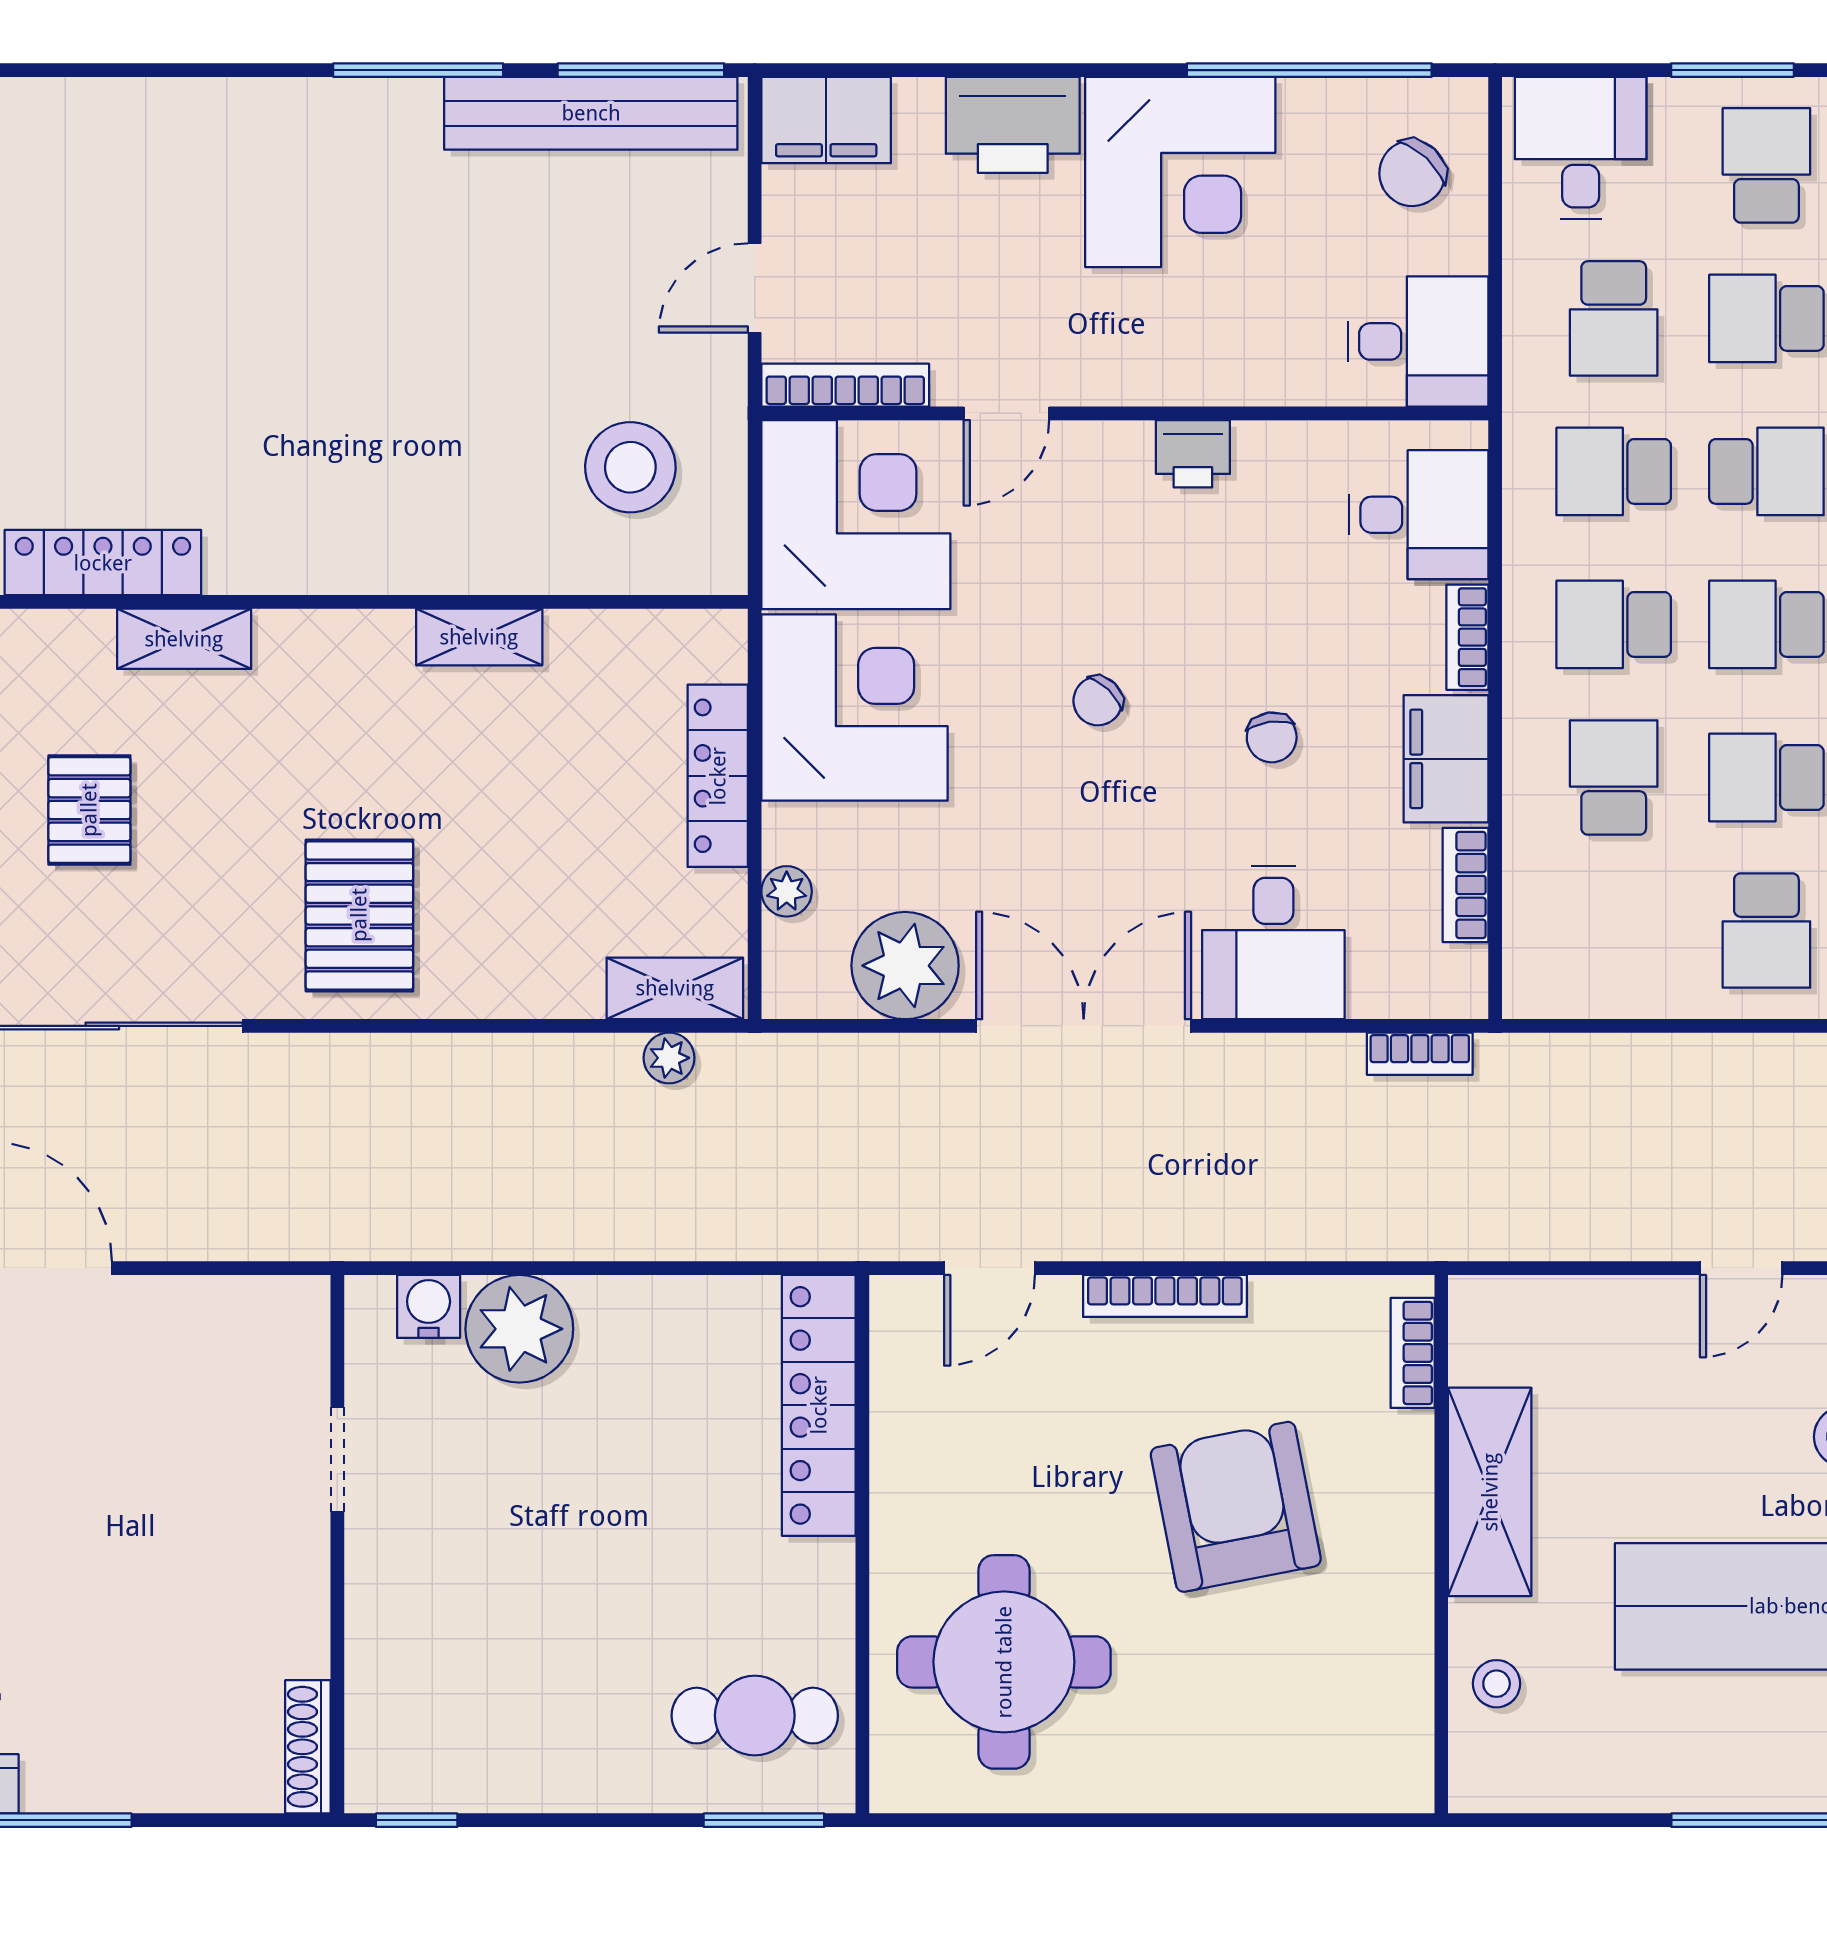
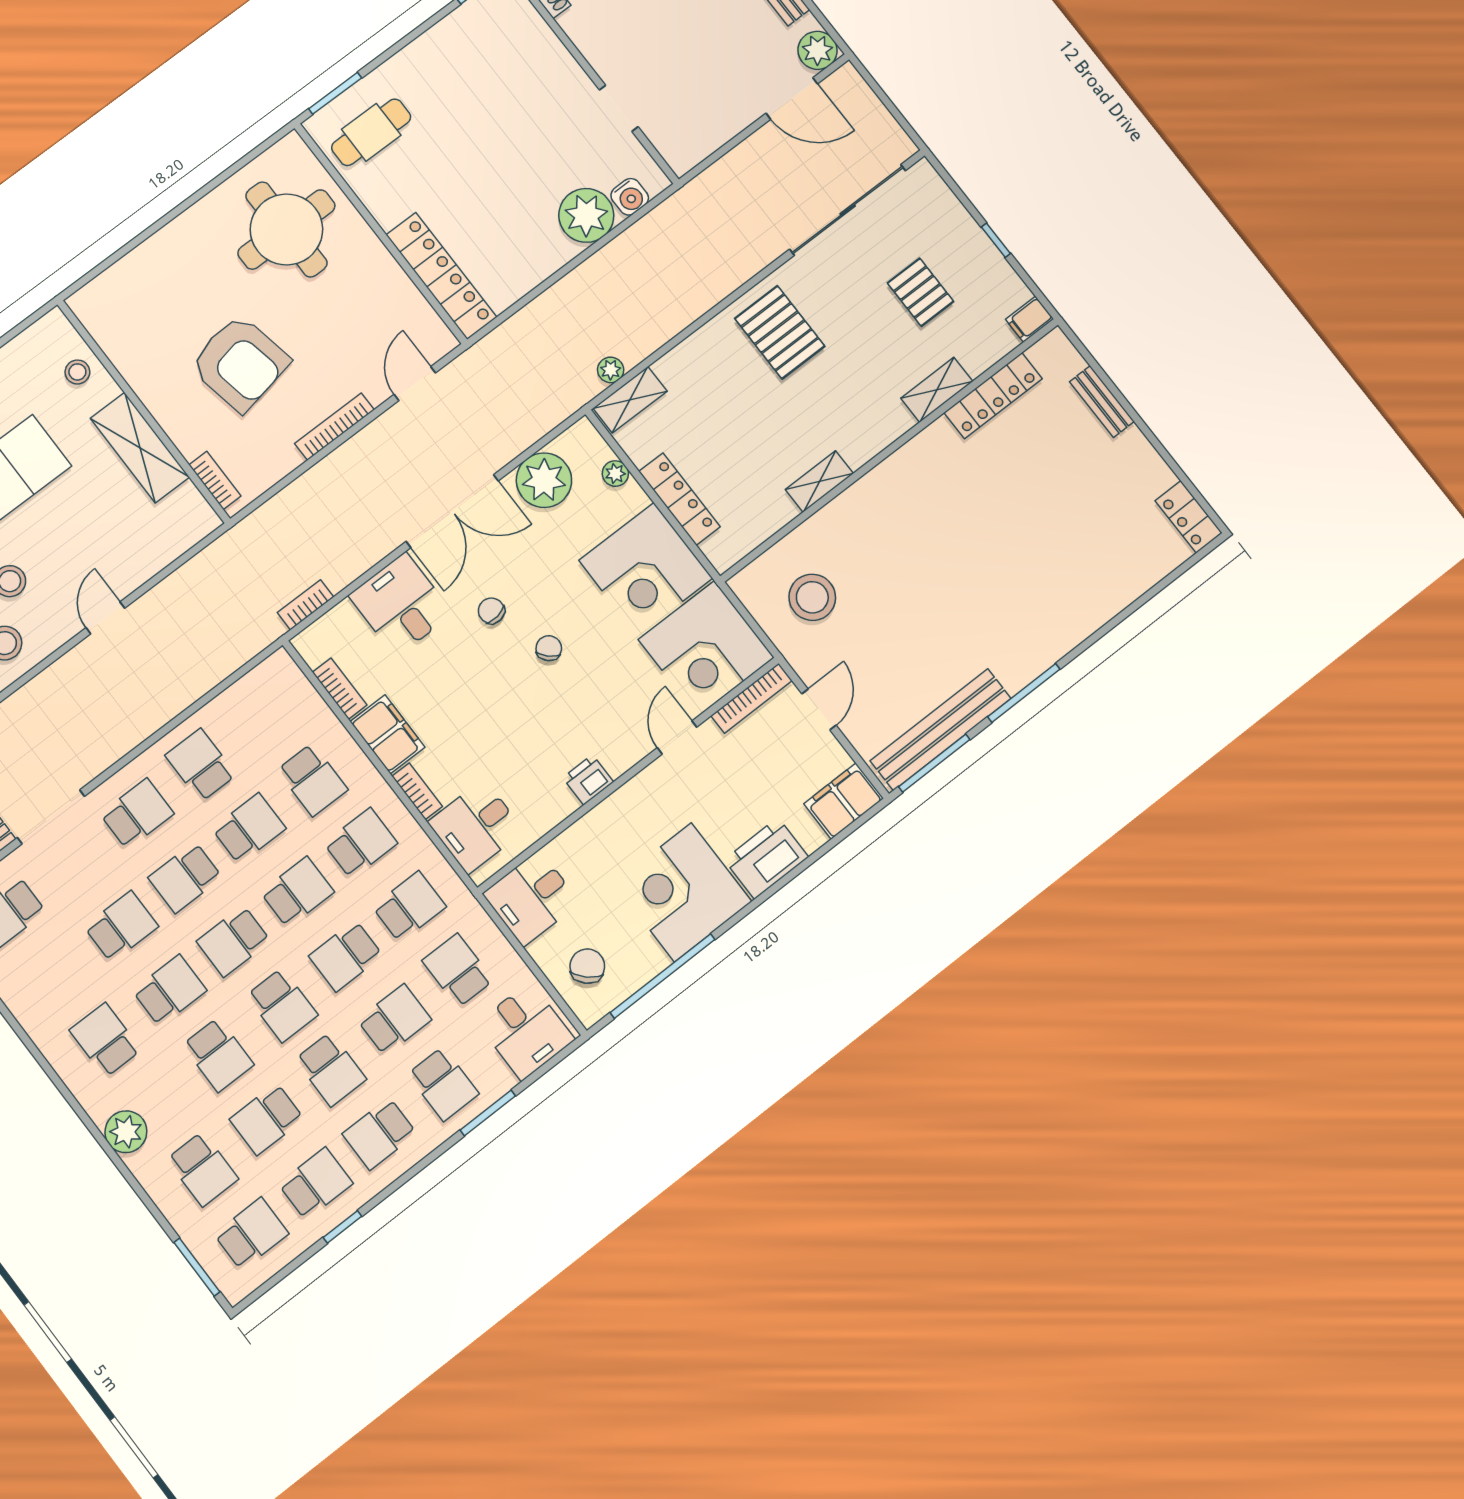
chair: (1272, 737) -> (491, 611), moved

